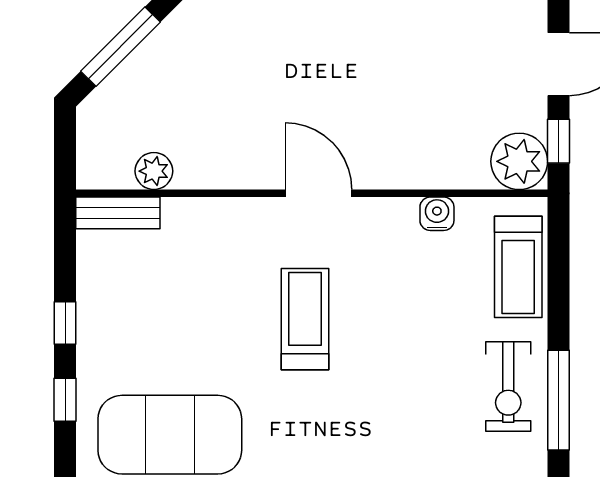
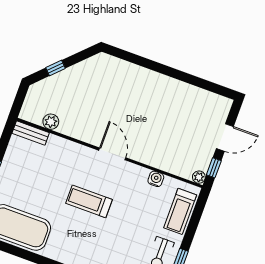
window: (121, 47) -> (55, 68), width x0.46
plant: (519, 161) -> (199, 177), width x0.53, depth x0.53
treadmill: (305, 319) -> (89, 201), turned -90

